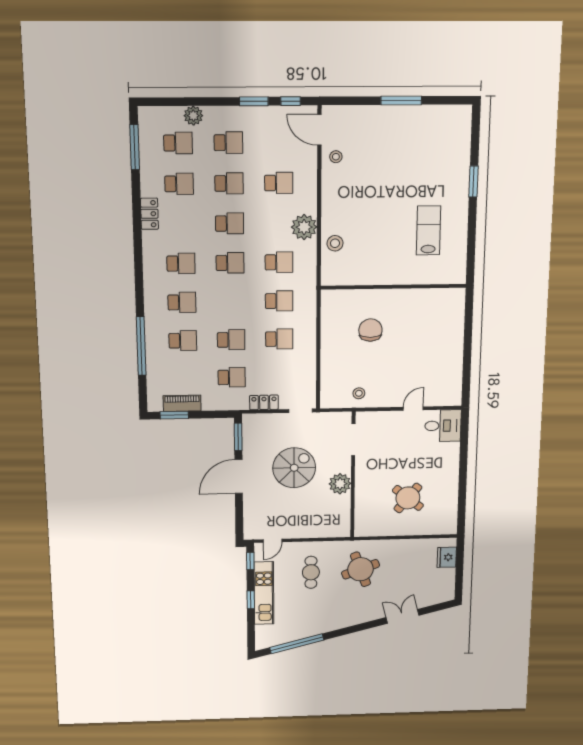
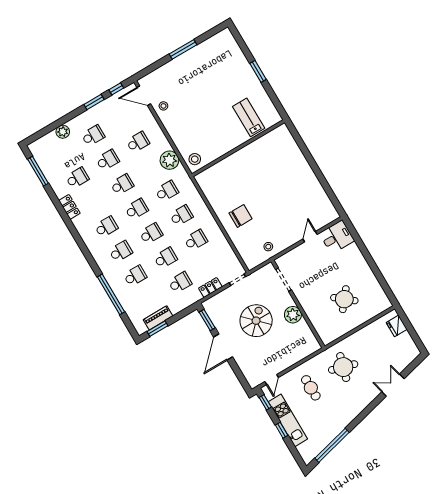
school desk: (178, 143) -> (151, 234), moved
wall: (393, 287) -> (238, 148), moved
chair: (370, 330) -> (241, 216), moved, turned 90
round table: (361, 569) -> (343, 367), turned 36

